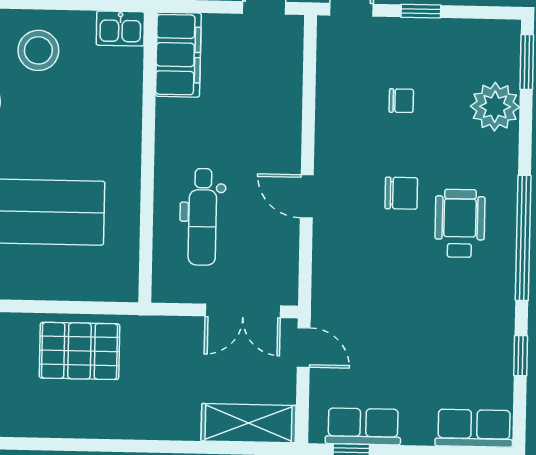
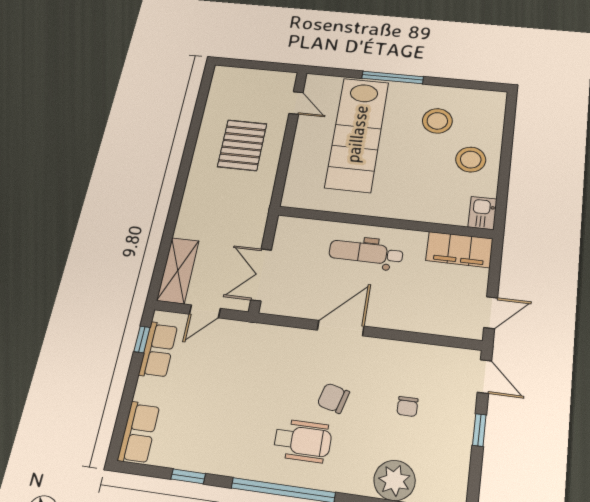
chair: (401, 193) -> (333, 398), turned 105
door: (307, 196) -> (341, 328), width x1.38
dental chair: (203, 217) -> (366, 253), moved
door: (304, 347) -> (205, 311), moved
pallet: (79, 351) -> (242, 145), moved

